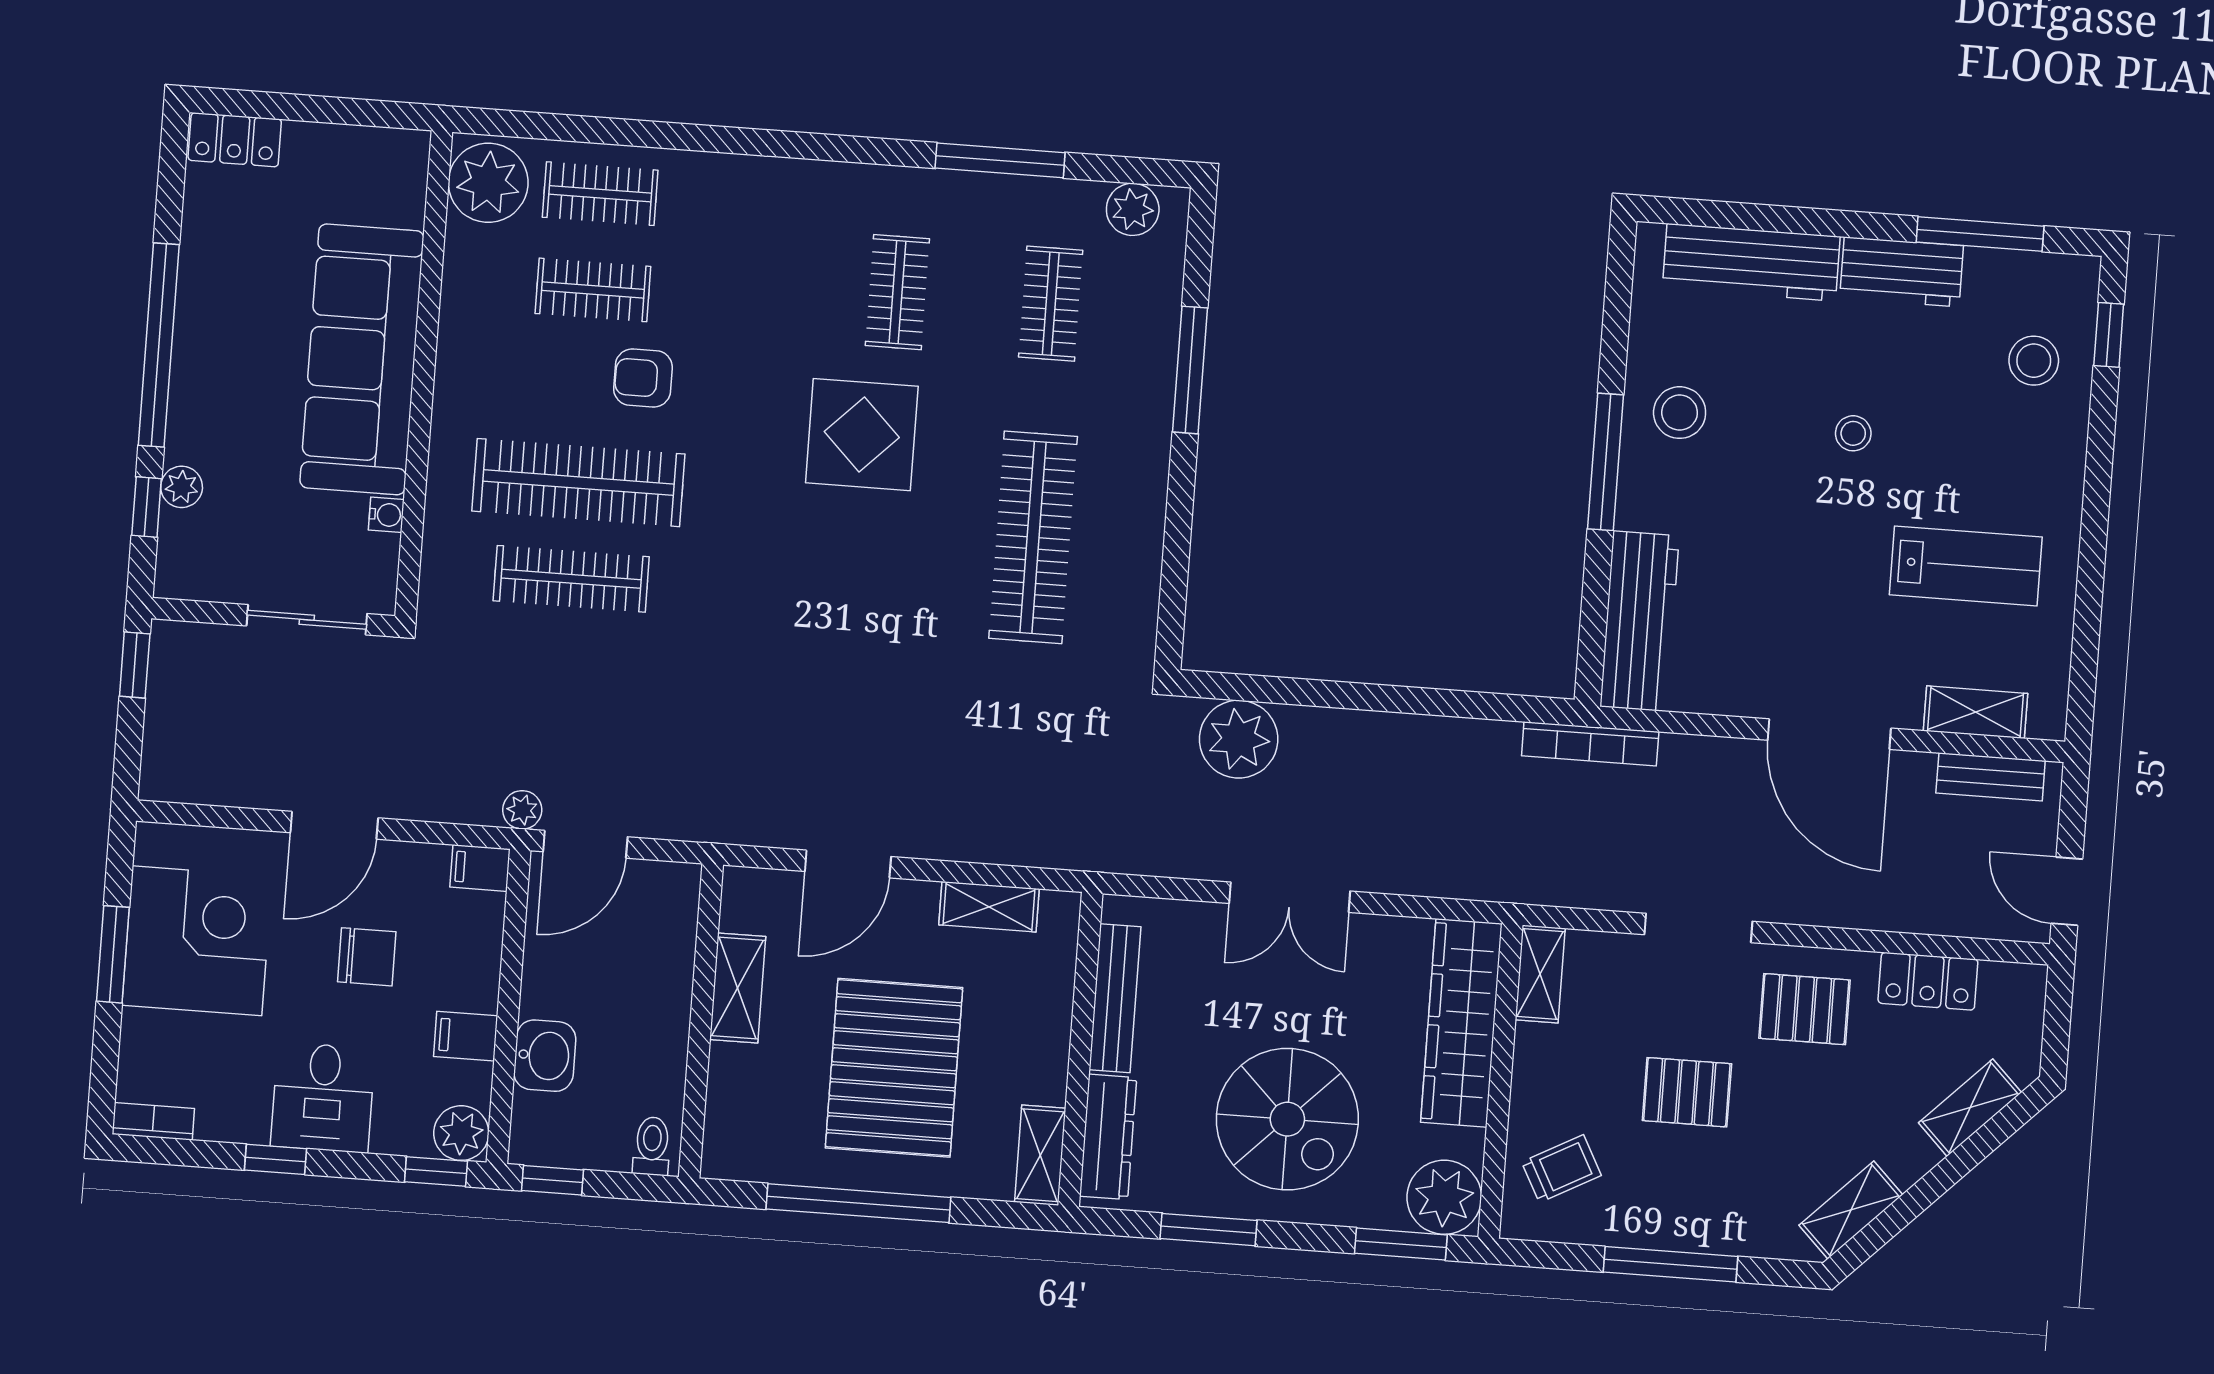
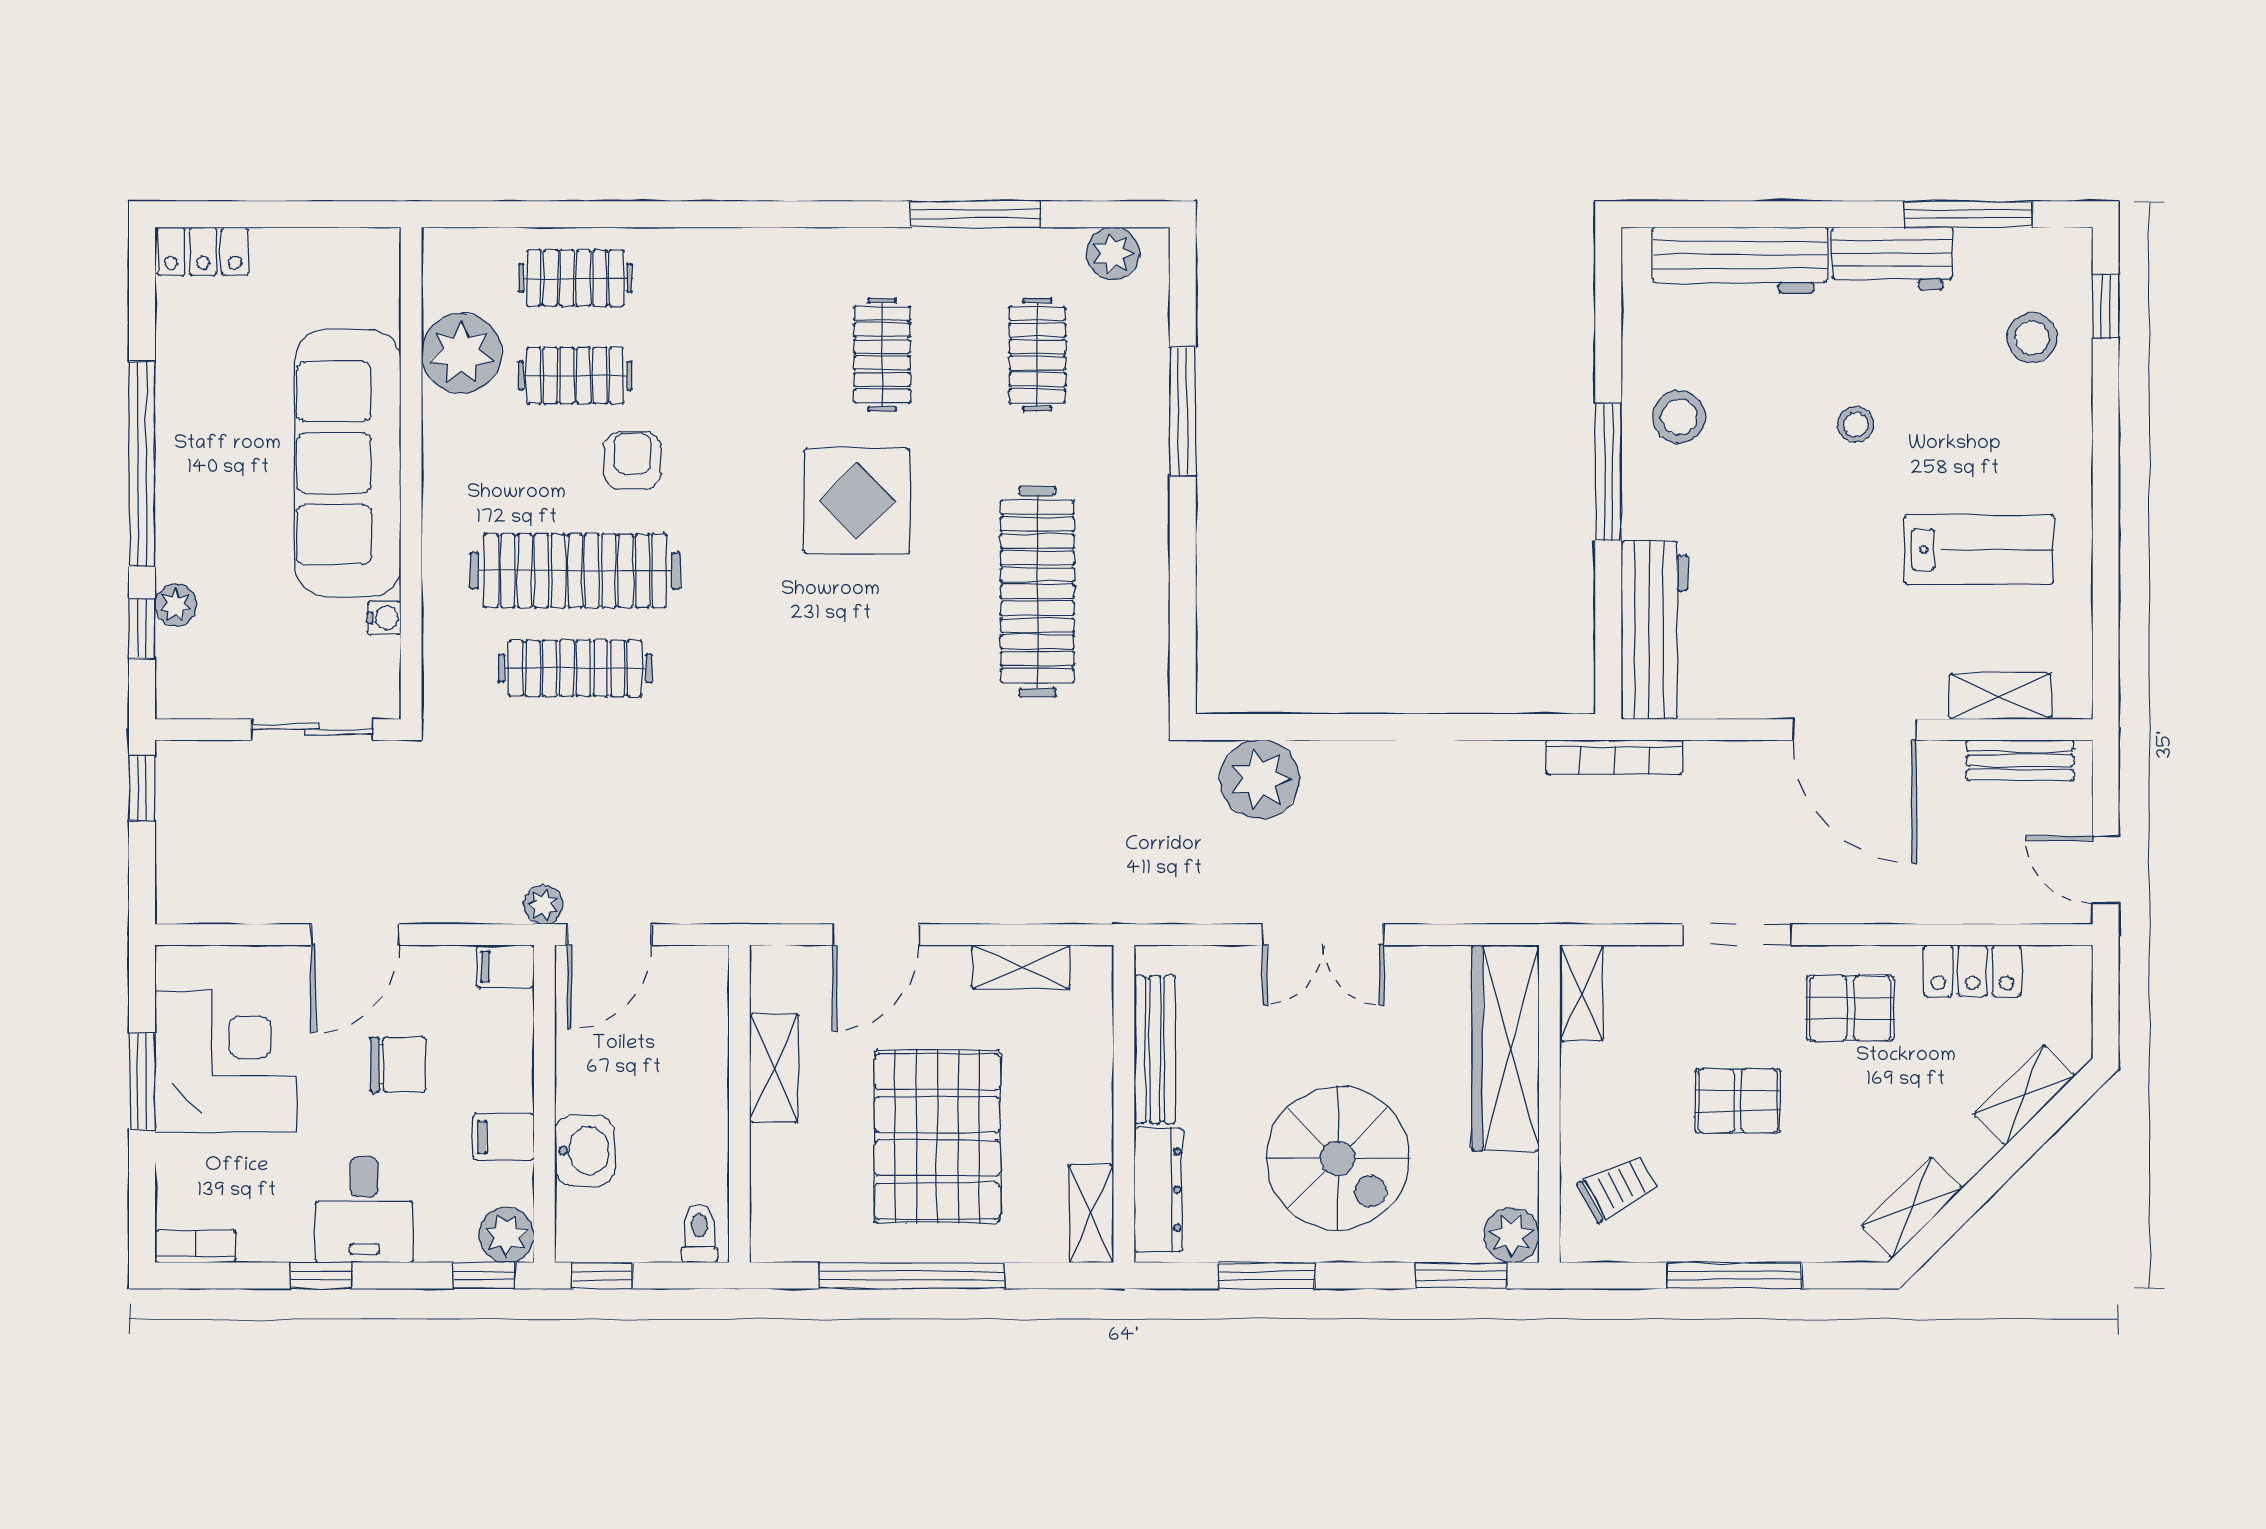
plant: (488, 183) -> (462, 353), moved
armchair: (643, 378) -> (632, 461), turned 90
plant: (1444, 1197) -> (1512, 1235), width x0.73, depth x0.73

